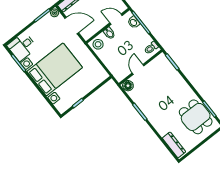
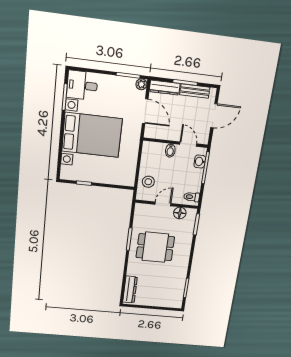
stool: (98, 44) -> (148, 182), moved
floor lamp: (128, 86) -> (180, 213), moved
dining table: (196, 117) -> (155, 247), moved, turned 90

